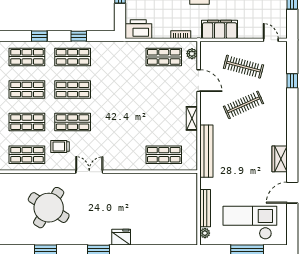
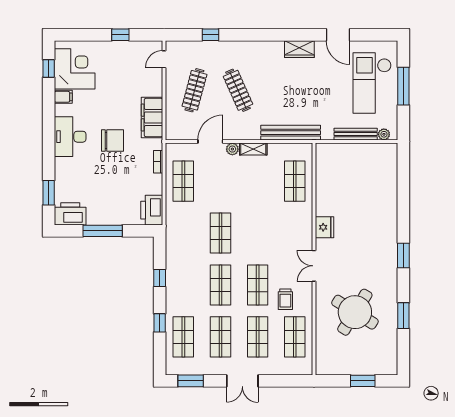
plant: (192, 54) -> (232, 149), moved
shop shelf: (73, 57) -> (220, 233), moved
fridge: (121, 237) -> (325, 227), moved, turned 180

